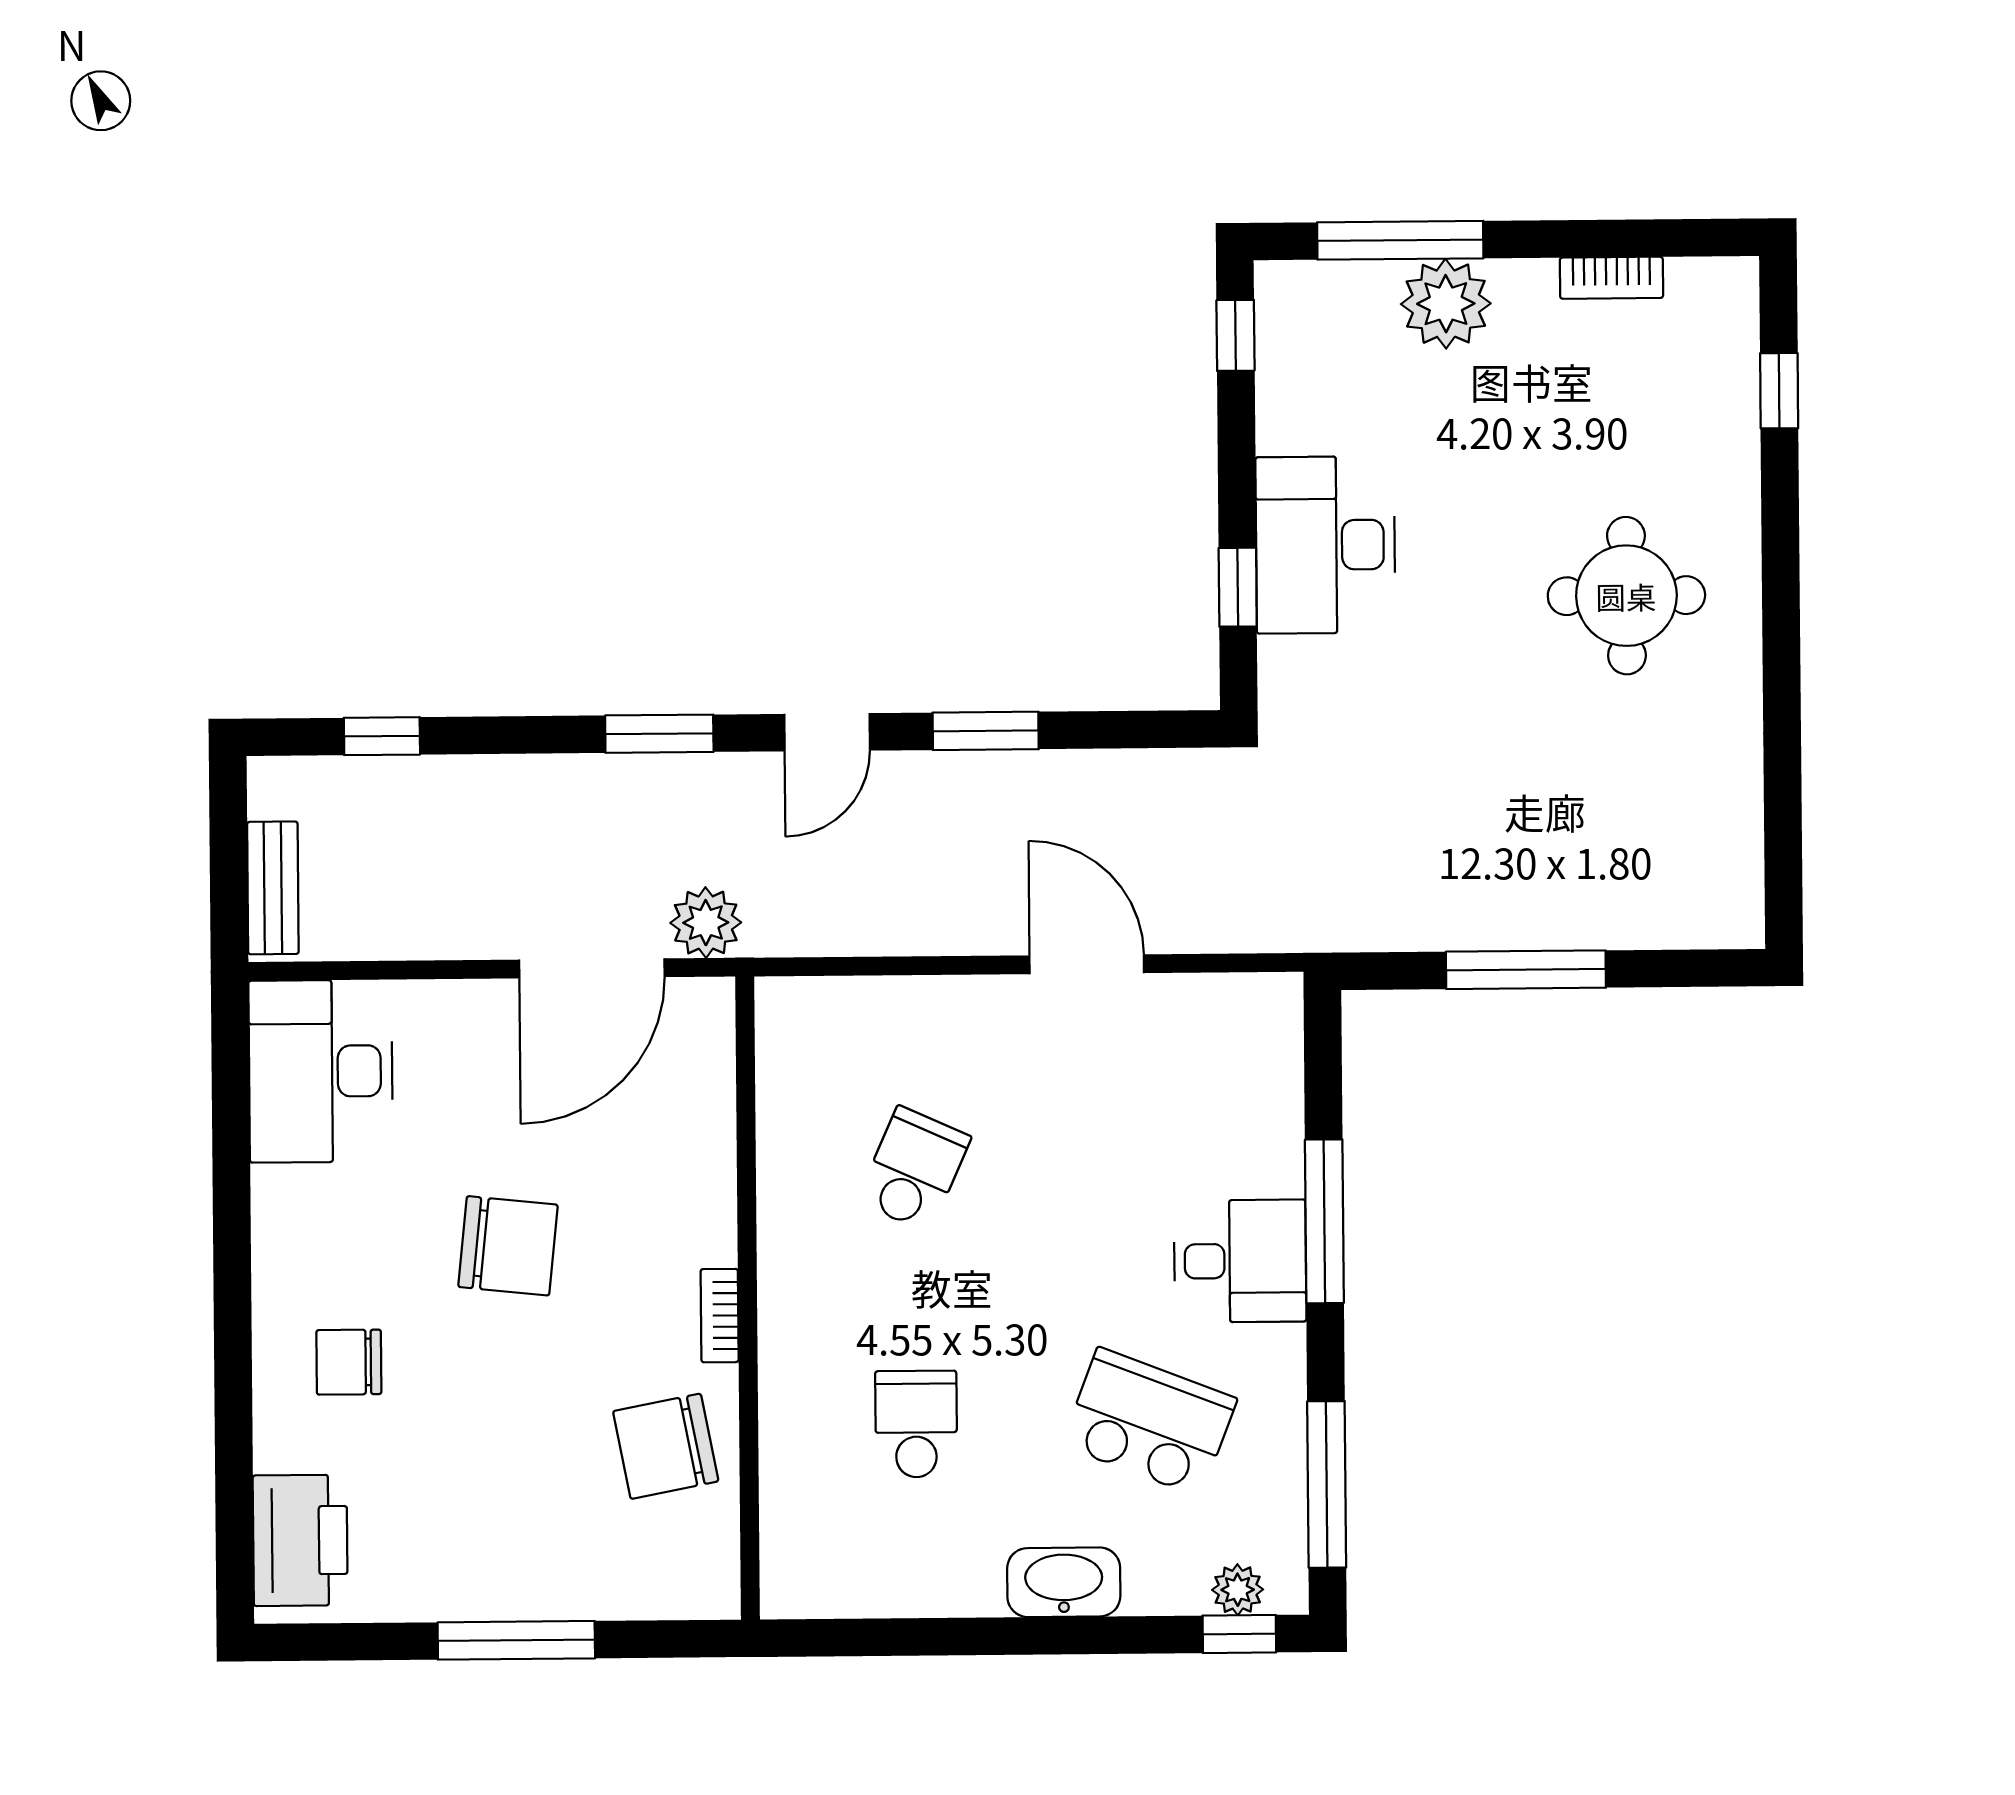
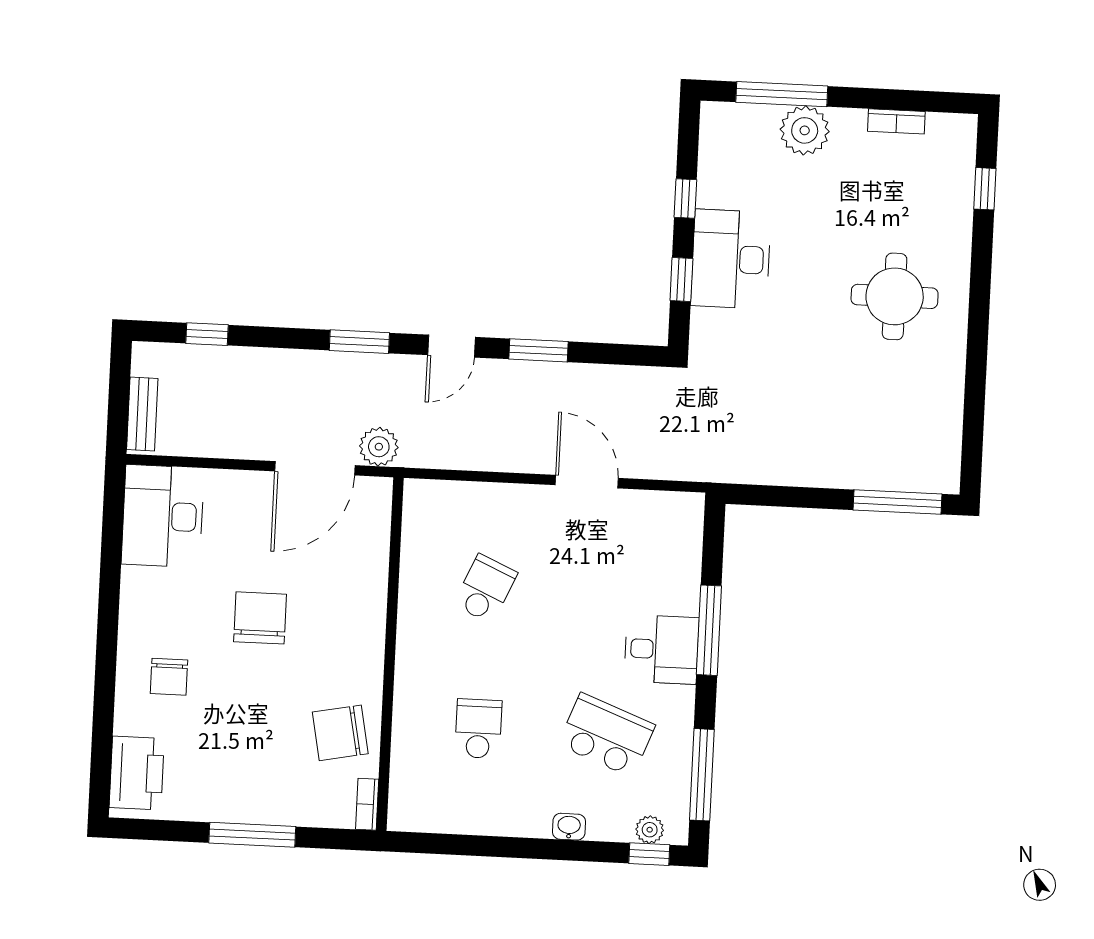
window: (1235, 335) -> (685, 199), moved
window: (1526, 970) -> (898, 502), moved
chair: (508, 1246) -> (260, 618), turned -96
bookcase: (720, 1316) -> (367, 804), moved
chair: (349, 1362) -> (169, 677), turned -90
washbasin: (1064, 1582) -> (569, 827), width x0.52, depth x0.69

